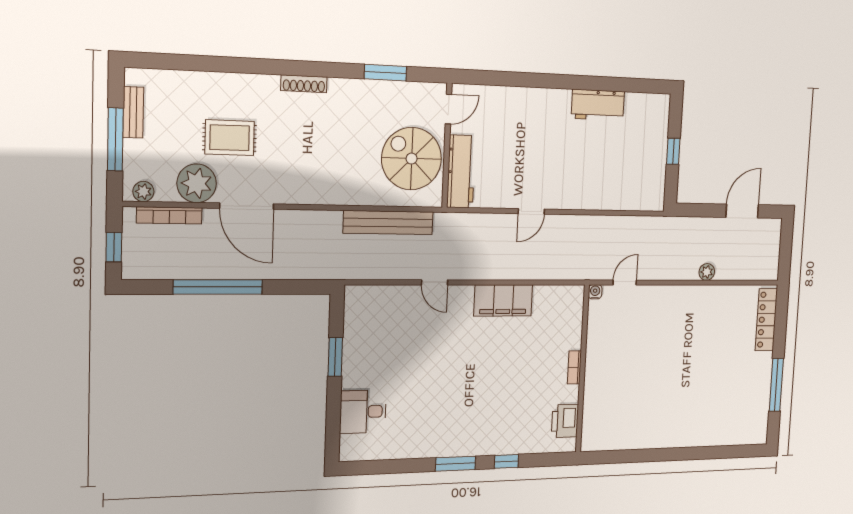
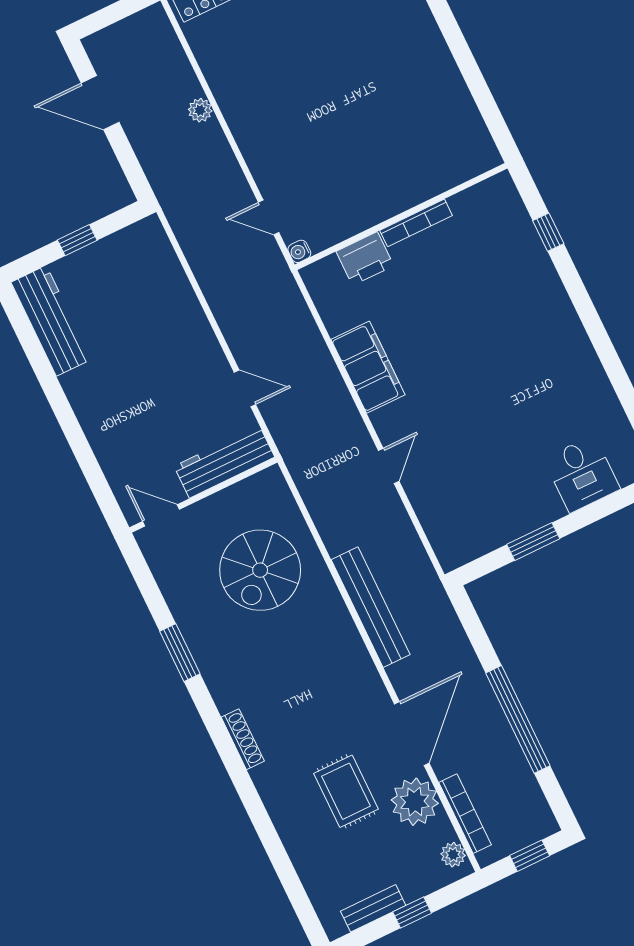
workbench: (598, 105) -> (51, 321), moved, width x1.37
door: (448, 109) -> (161, 515), moved
window: (115, 139) -> (412, 913), width x0.46
wall: (447, 146) -> (203, 495), moved
workbench: (461, 172) -> (224, 462), moved
bench: (388, 223) -> (371, 607), moved
bookcase: (574, 367) -> (416, 223), width x1.56
printer: (565, 421) -> (365, 259), moved
window: (506, 461) -> (548, 232), moved
window: (456, 464) -> (592, 323), removed

